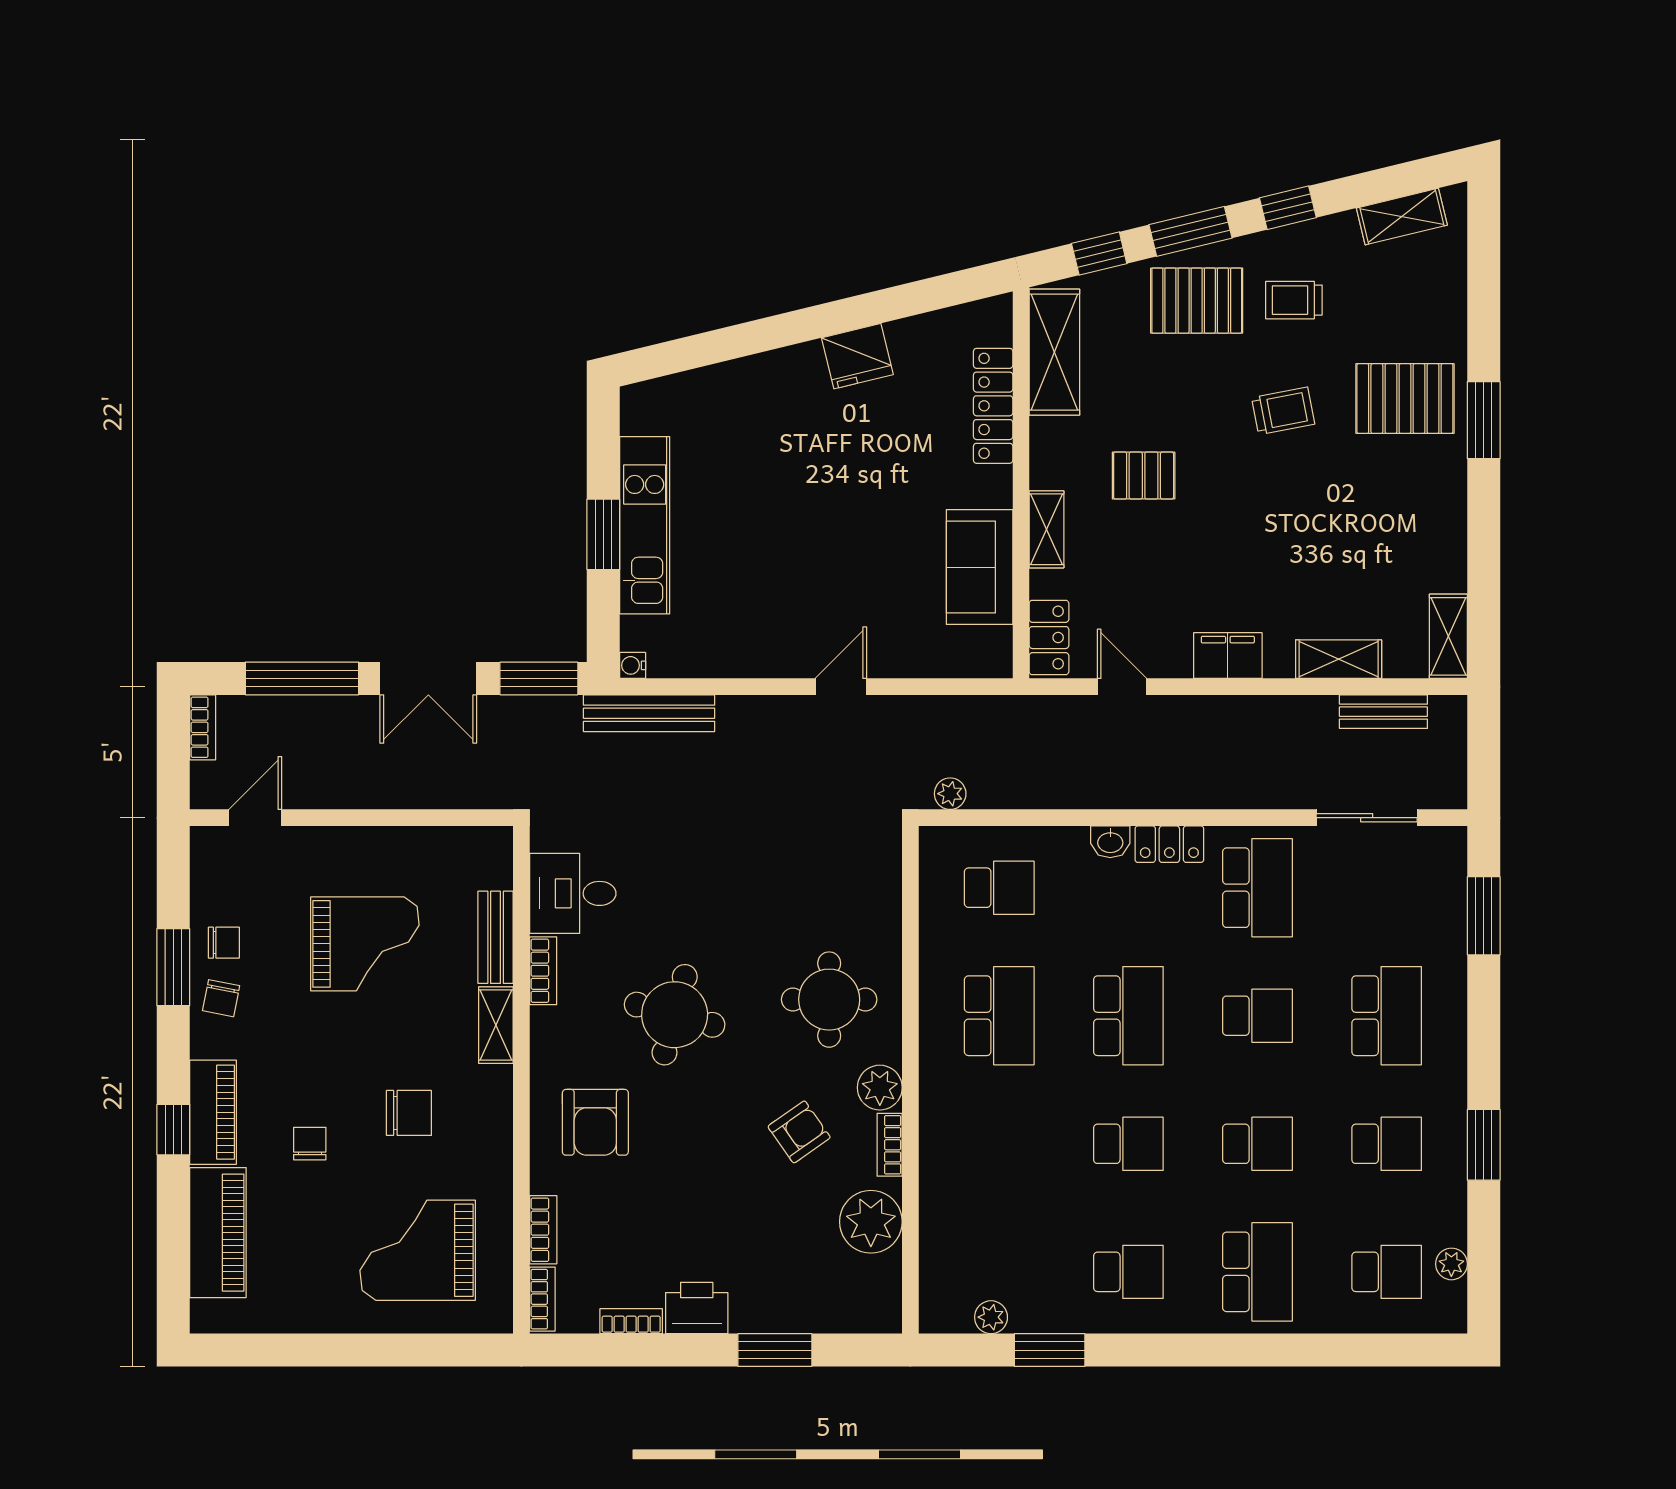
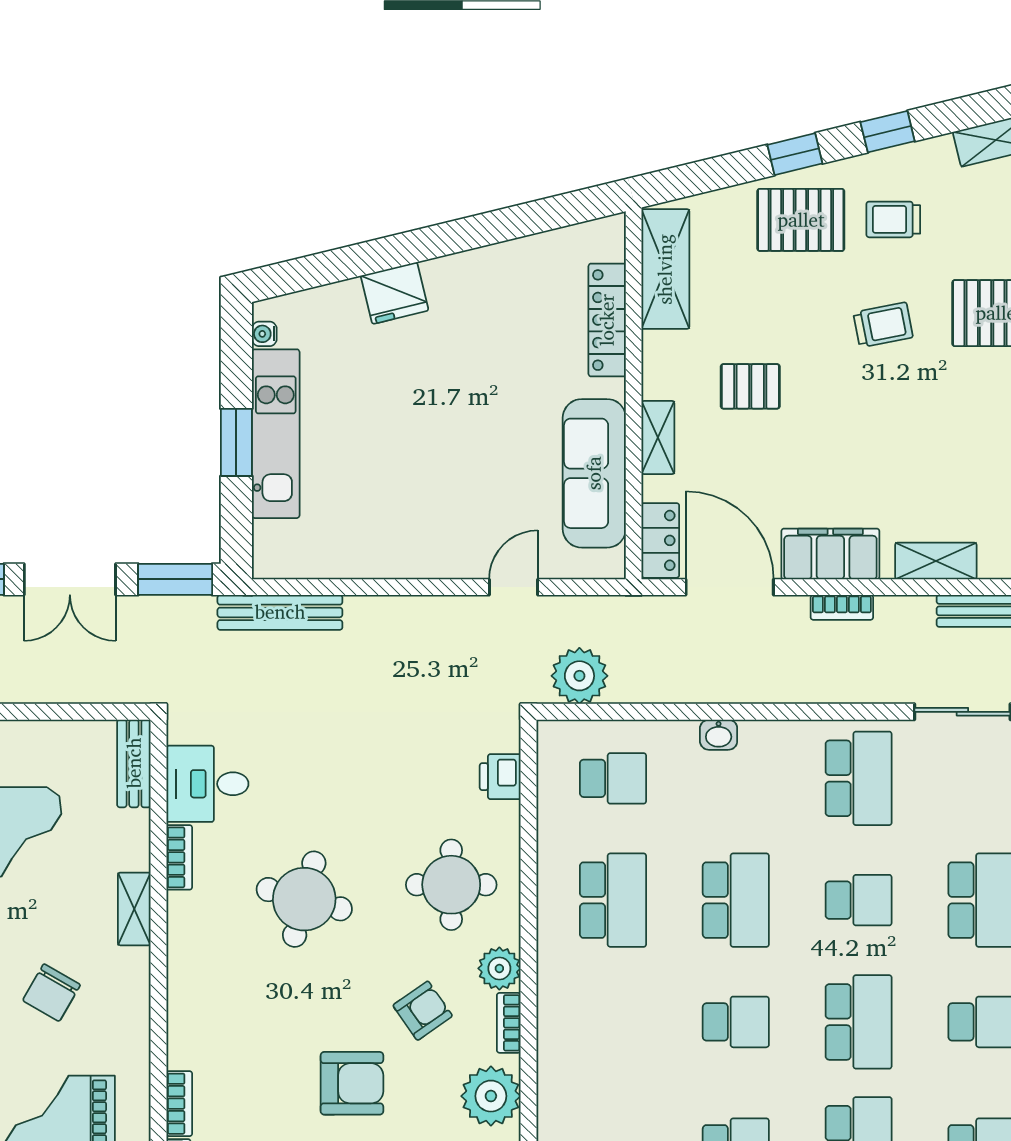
window: (1190, 231) -> (795, 154), width x0.67
window: (1099, 254) -> (708, 175), removed
fridge: (857, 356) -> (395, 293), moved
sofa: (980, 567) -> (594, 473), width x1.36
filing cabinet: (1228, 656) -> (830, 554), width x1.50, depth x1.17
water cooler: (633, 665) -> (264, 334), moved
door: (841, 687) -> (513, 587), moved
door: (1122, 687) -> (730, 587), width x1.88
bookcase: (1240, 708) -> (842, 607), added
plant: (950, 794) -> (579, 676), width x1.88, depth x1.88
locker: (1169, 844) -> (775, 737), removed
printer: (881, 886) -> (500, 777), added
bench: (496, 937) -> (134, 763), moved
chair: (409, 1113) -> (52, 993), turned 120
armchair: (595, 1122) -> (352, 1083), moved, turned -90
school desk: (1257, 1144) -> (859, 1022), width x1.85

